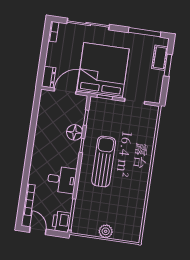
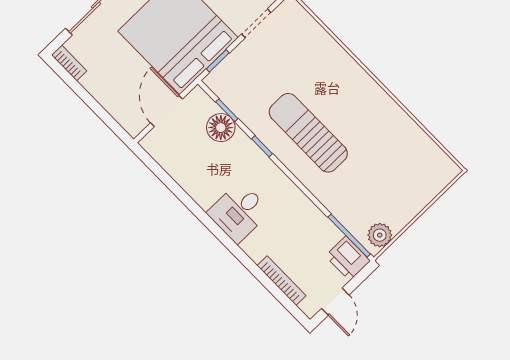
dresser: (49, 77) -> (128, 119), removed
floor lamp: (75, 132) -> (221, 128), moved
desk: (62, 180) -> (239, 212), moved, turned 180
door: (38, 231) -> (335, 302), swing flipped
plant: (106, 231) -> (380, 235), moved

